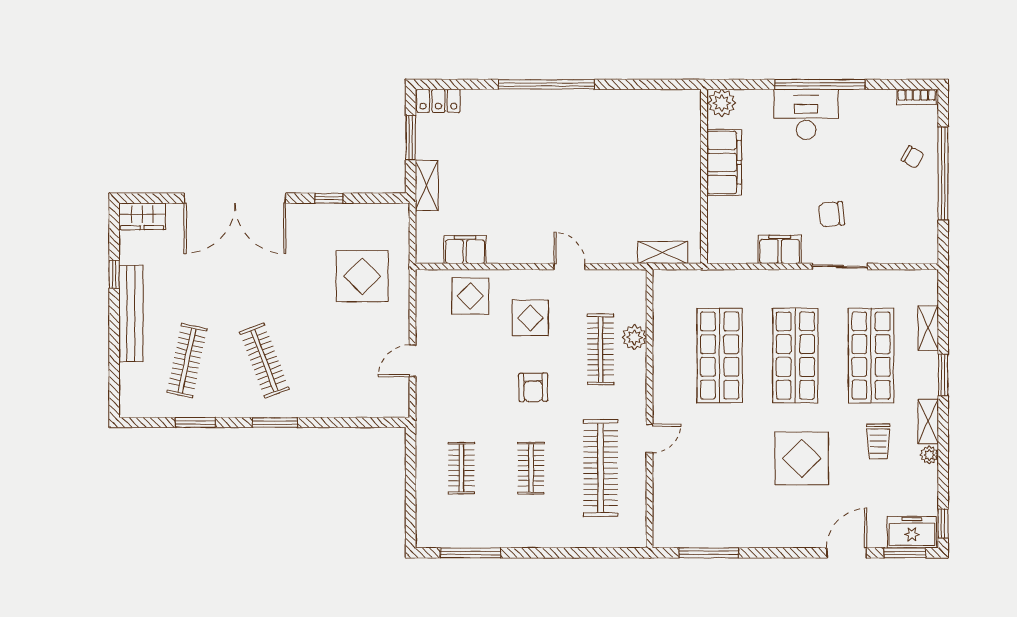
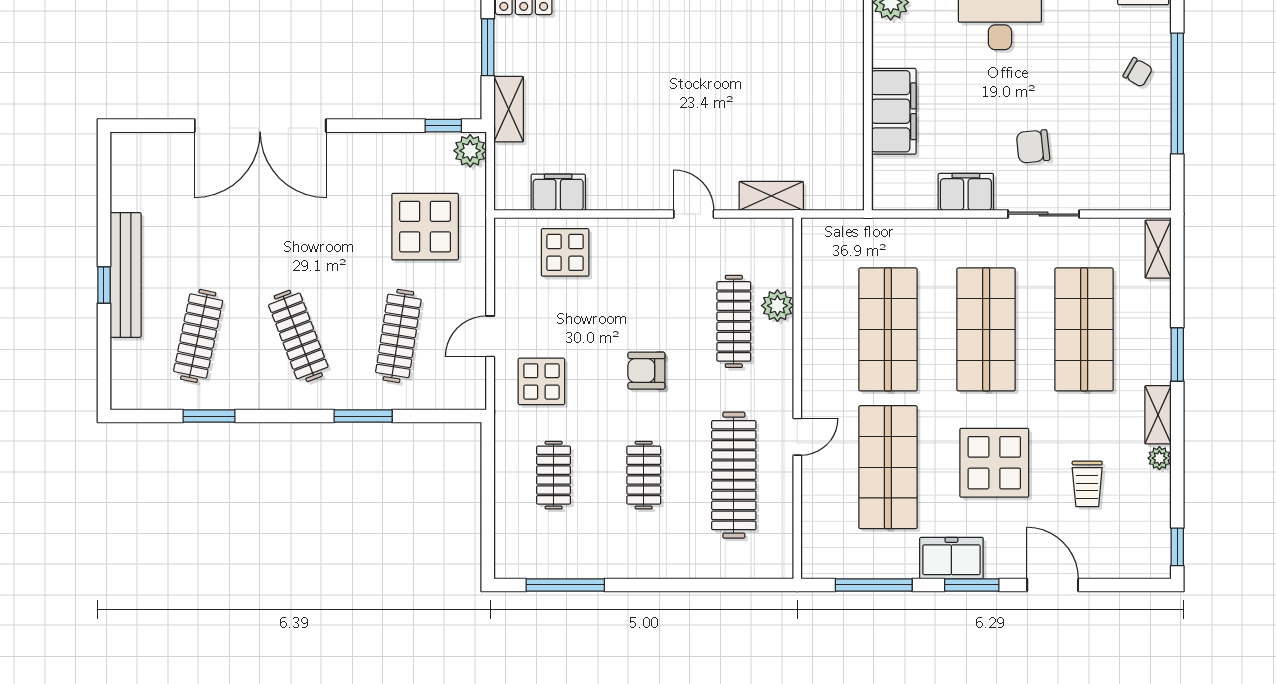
filing cabinet: (724, 162) -> (894, 111), moved
window: (329, 198) -> (443, 126), moved
wardrobe: (142, 216) -> (140, 149), removed
plant: (397, 218) -> (470, 151), added
shelving: (663, 252) -> (771, 196), moved
window: (114, 274) -> (104, 285), moved
display table: (530, 318) -> (541, 381), moved
shelving: (928, 328) -> (1158, 249), moved
clothes rail: (342, 361) -> (398, 336), added
armchair: (533, 387) -> (646, 371), turned 91
window: (275, 422) -> (363, 416), moved
trolley: (878, 441) -> (1087, 484), moved
shop shelf: (720, 462) -> (888, 467), added
freezer: (912, 532) -> (951, 558), moved
door: (847, 553) -> (1053, 585), hinge flipped
window: (905, 553) -> (972, 585), moved

